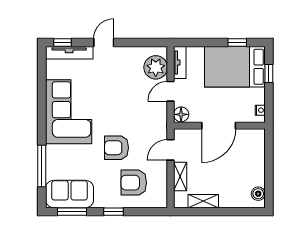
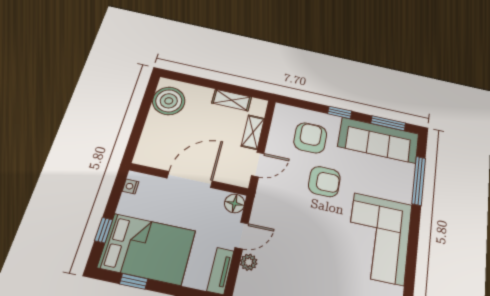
plant: (156, 67) -> (249, 262), width x0.53, depth x0.53
armchair: (134, 183) -> (310, 138), turned -90
sofa: (70, 194) -> (379, 140), width x1.36
boiler: (258, 194) -> (169, 101), width x1.86, depth x1.86

